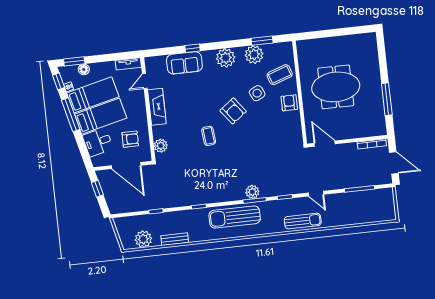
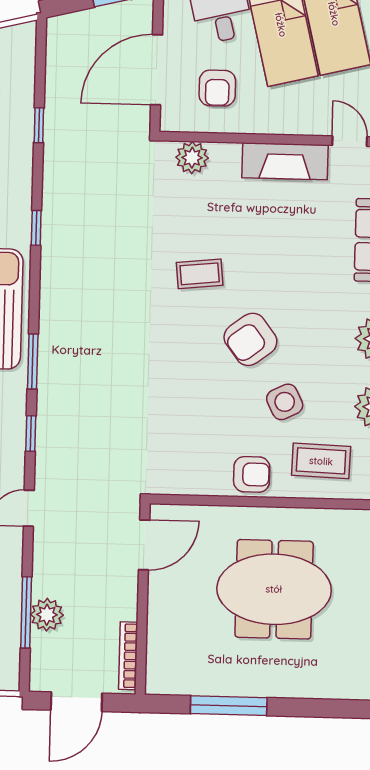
coffee table: (280, 75) -> (321, 461), turned -69
meeting table: (336, 87) -> (274, 589), turned 90
plant: (252, 192) -> (47, 615), moved

